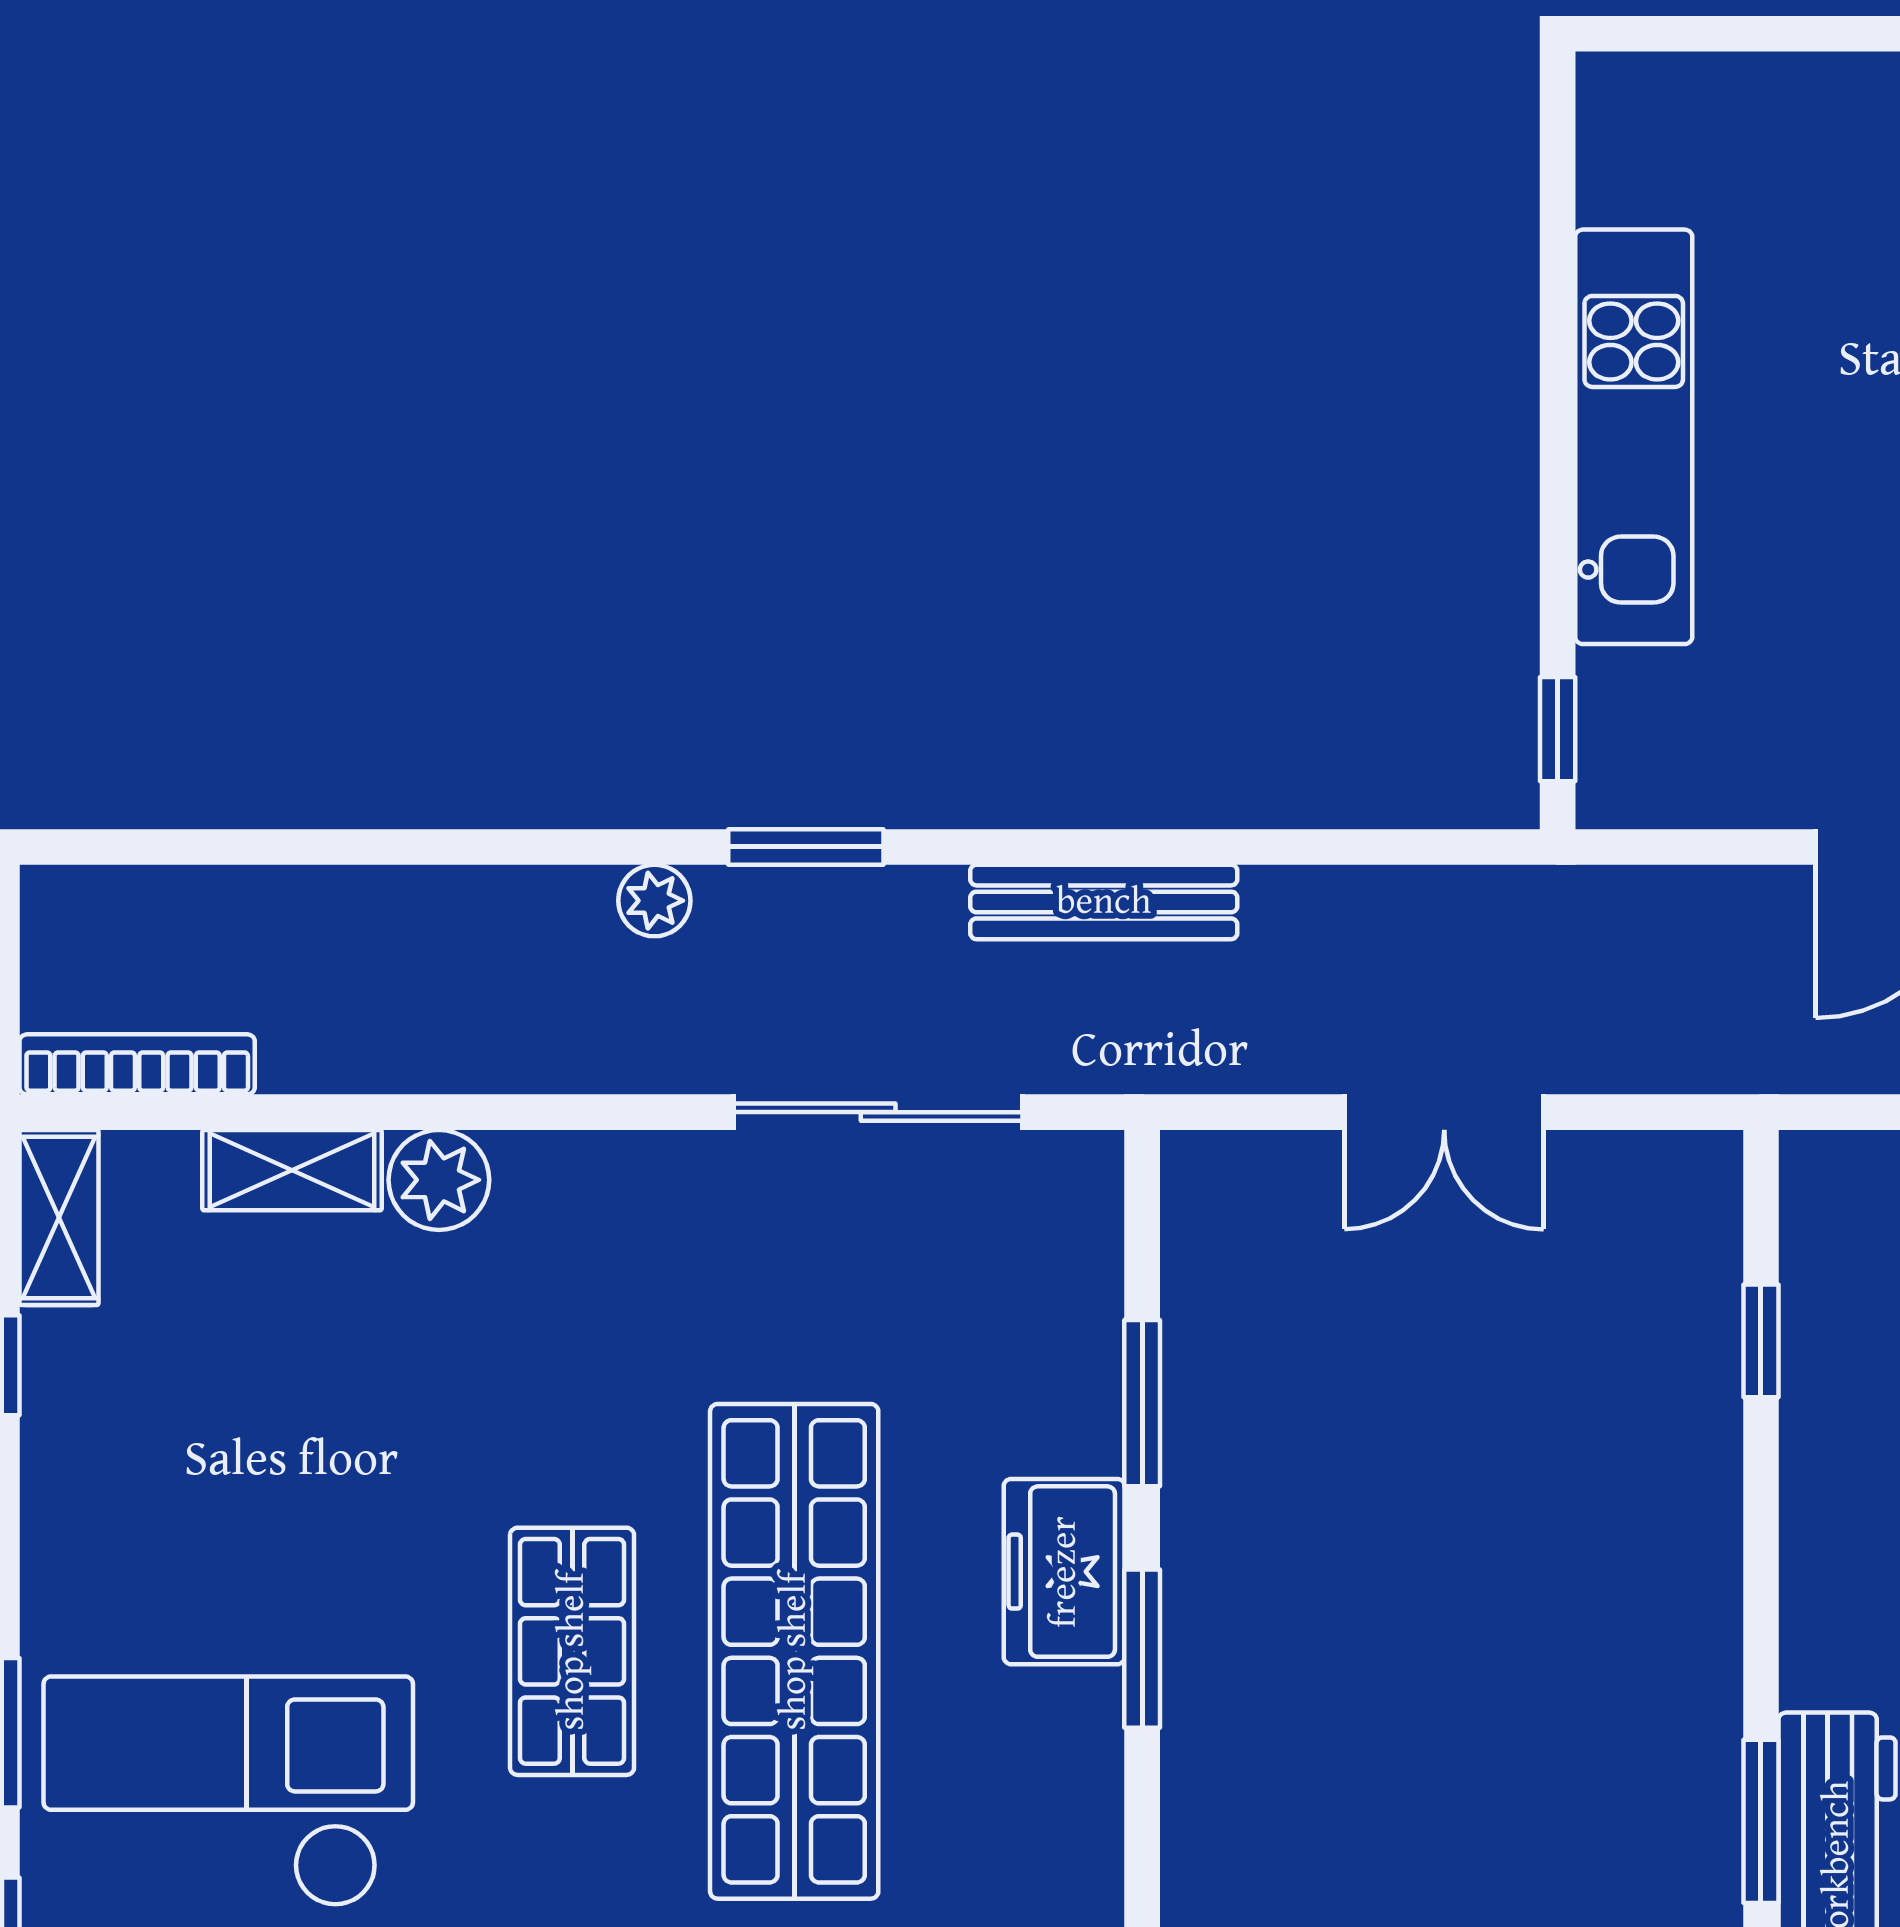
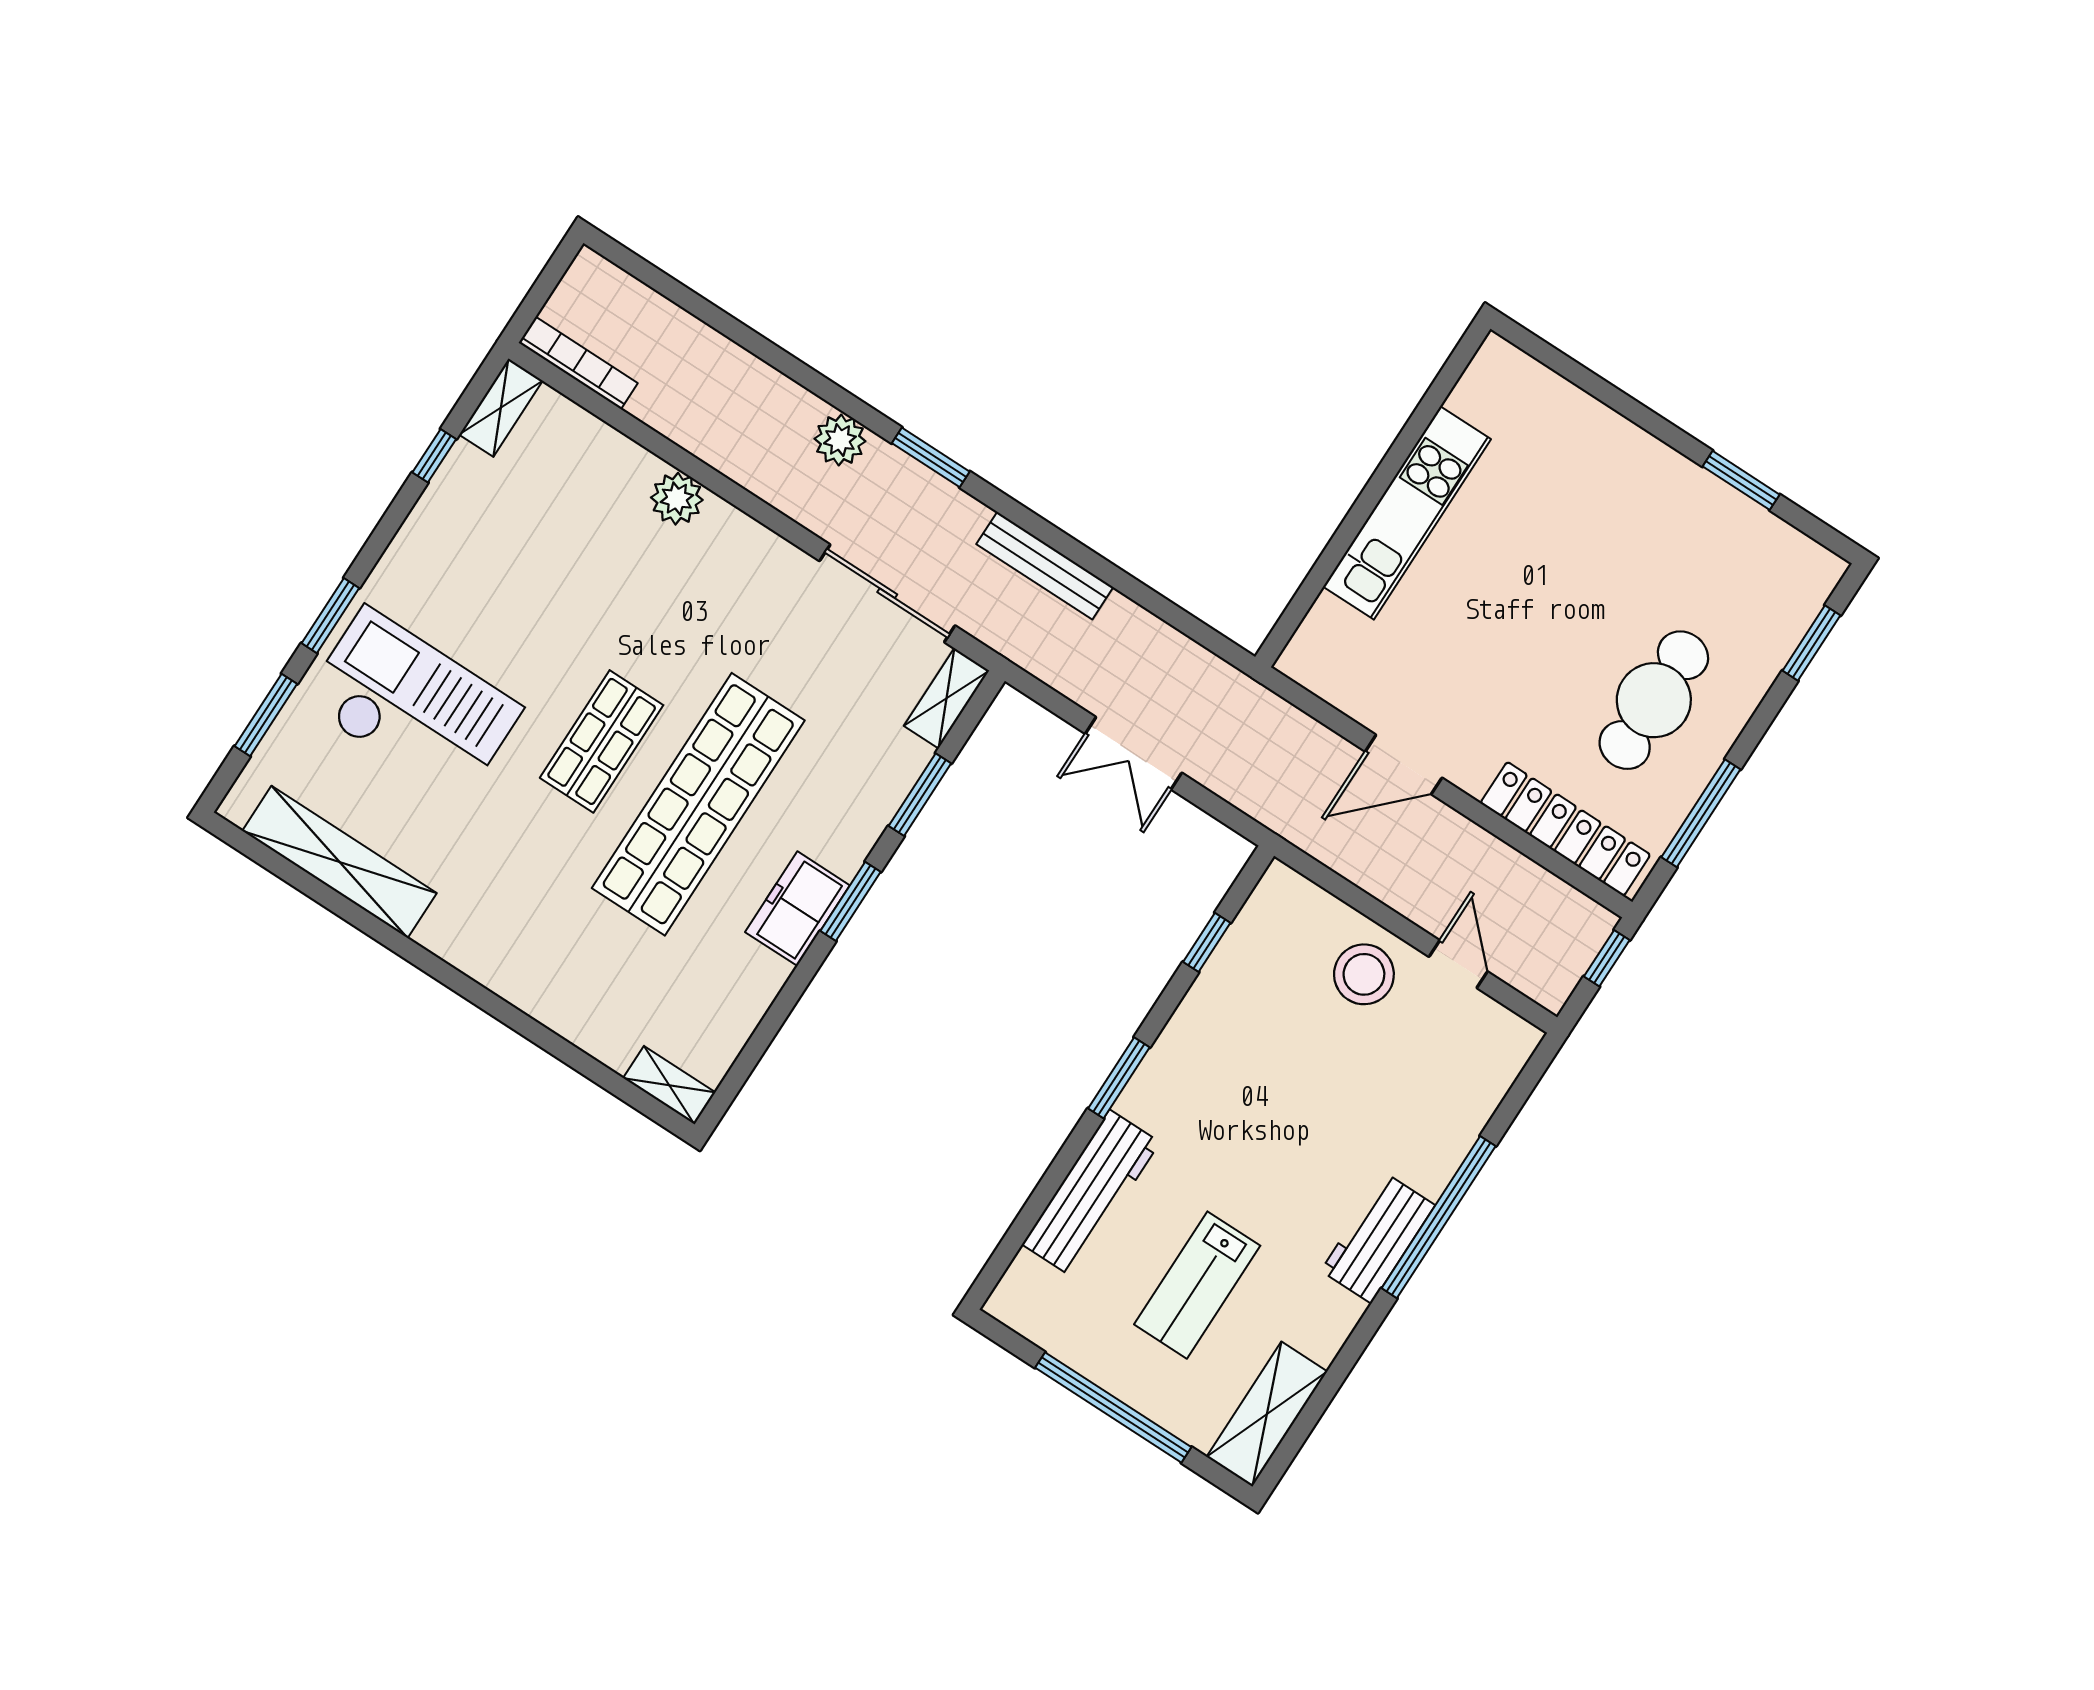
window: (1558, 729) -> (1291, 619), removed
plant: (654, 901) -> (840, 440), width x1.38, depth x1.38
shelving: (292, 1170) -> (947, 698), moved, turned 90
freezer: (1064, 1572) -> (797, 909), moved
window: (1761, 1821) -> (1119, 1078), moved

